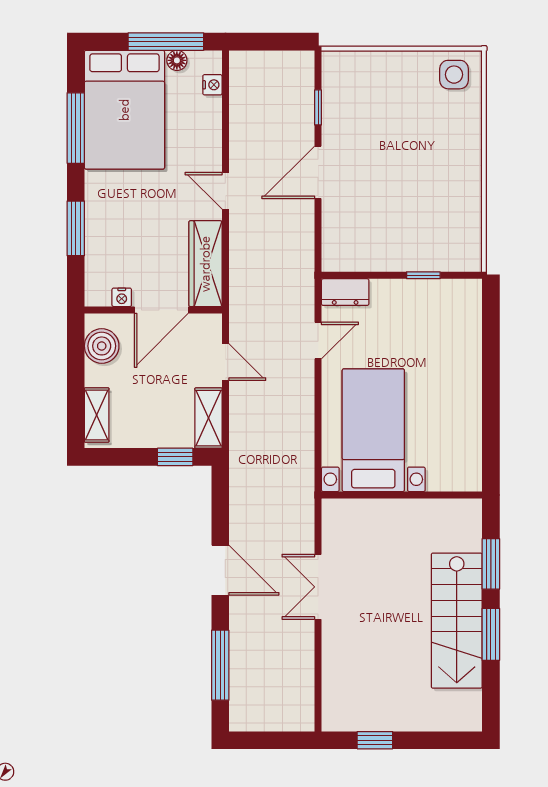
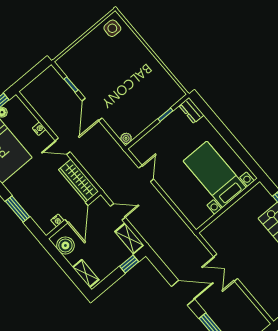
nightstand: (212, 85) -> (39, 129), moved
plant: (333, 261) -> (126, 138), added
dresser: (345, 292) -> (191, 110), moved, turned 90
bed with nightstands: (373, 430) -> (215, 174), moved

